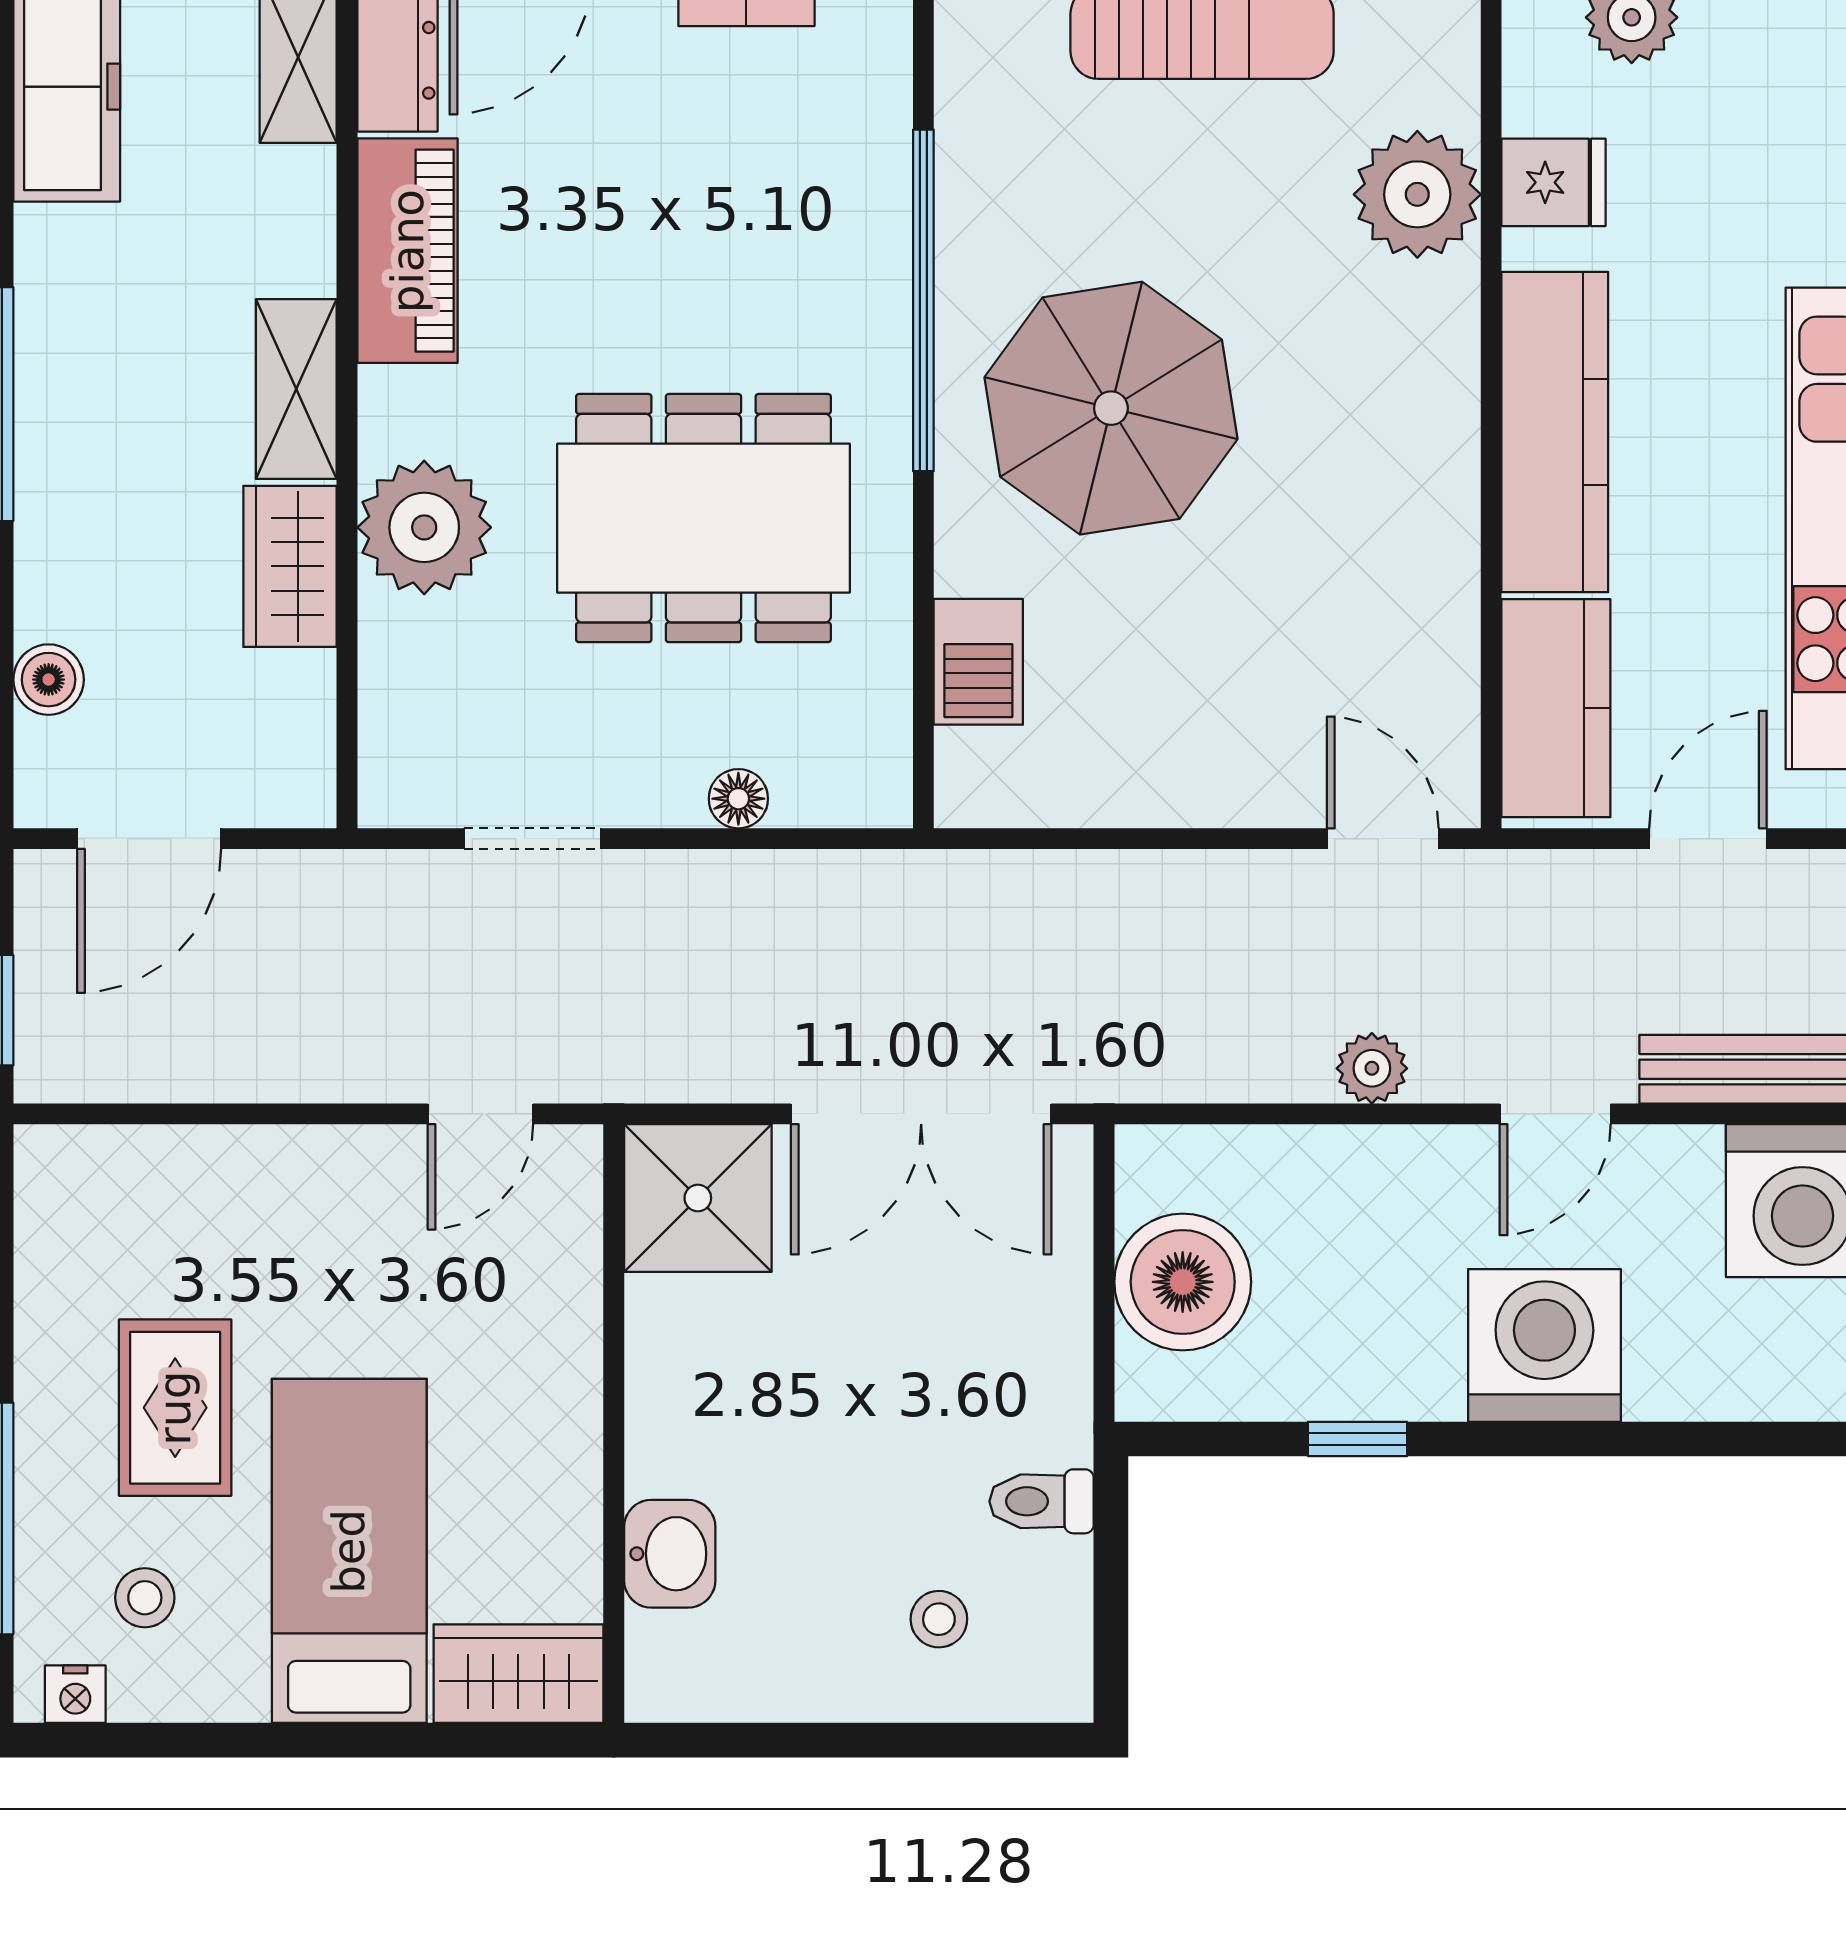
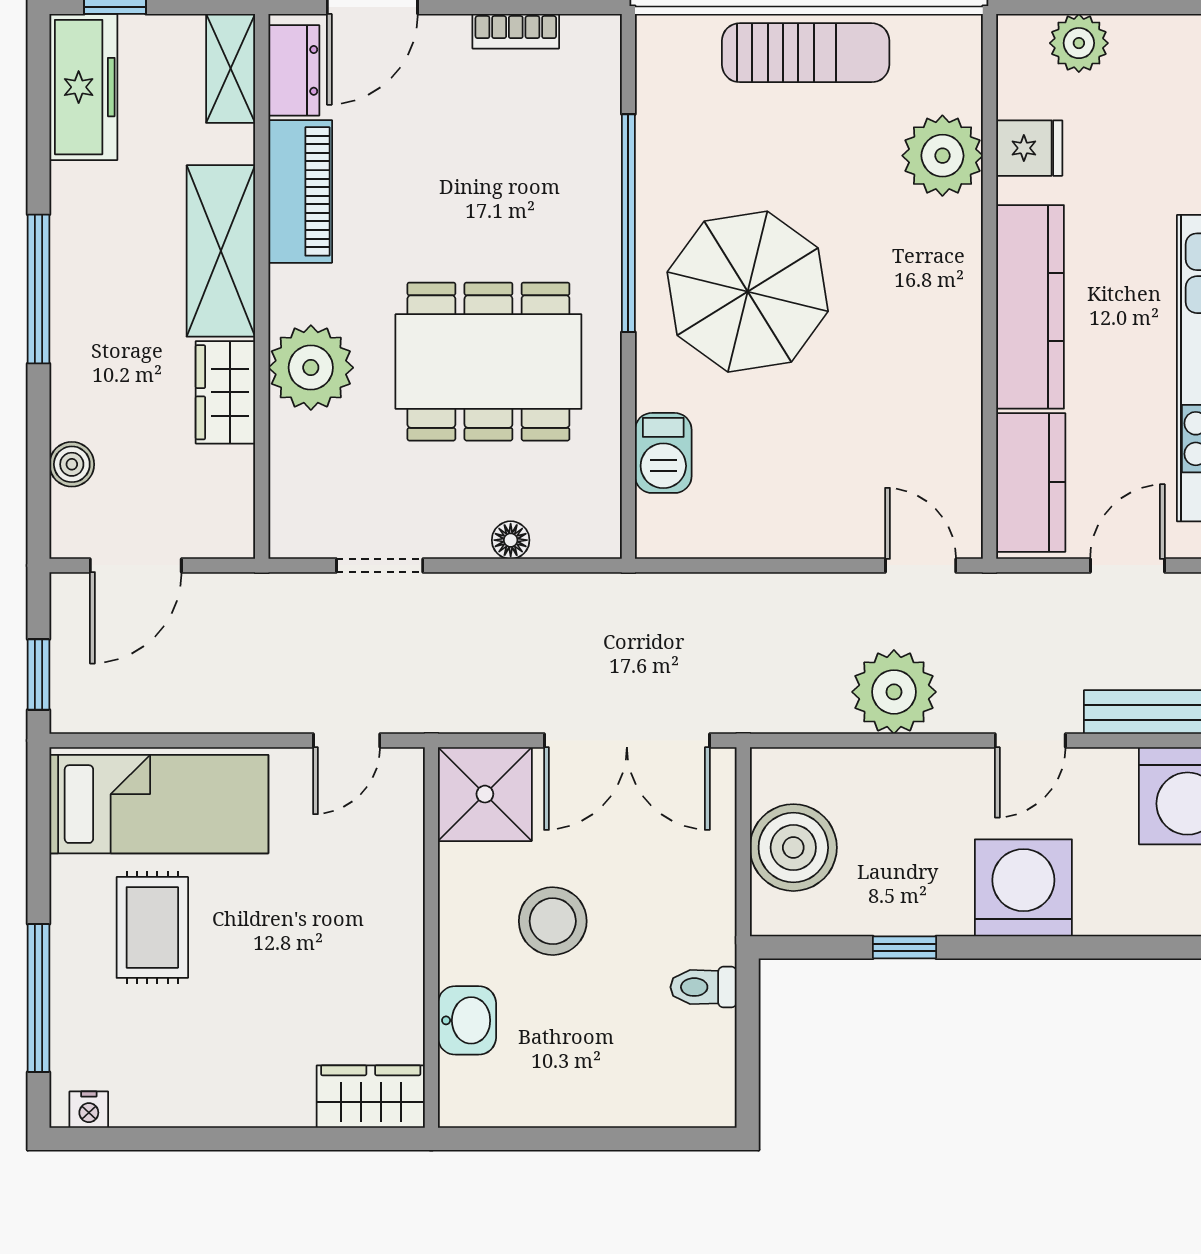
shelving: (296, 389) -> (221, 251), width x1.50, depth x1.33
plant: (1372, 1068) -> (894, 692), width x1.87, depth x1.87
bed: (349, 1551) -> (159, 804), moved, turned 90
stool: (145, 1598) -> (133, 1048), removed
stool: (939, 1619) -> (553, 921), moved, width x1.89, depth x1.89

